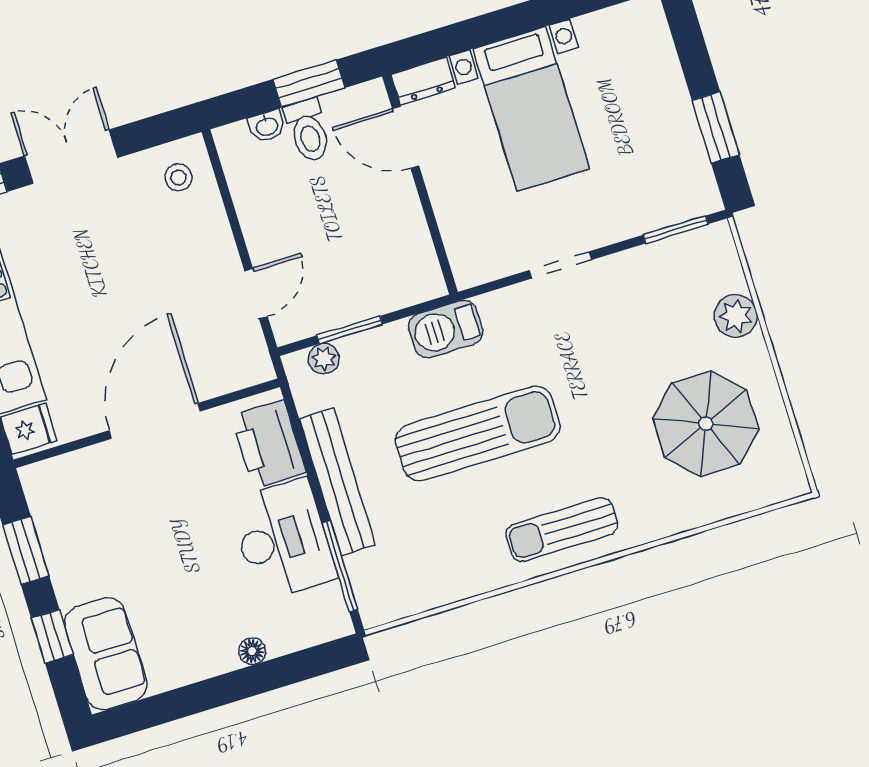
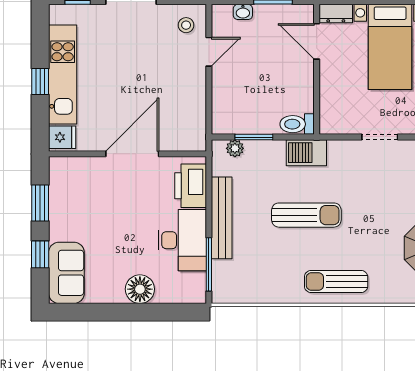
toilet: (308, 131) -> (297, 124), moved, turned 90
door: (256, 294) -> (209, 52), moved
sun lounger: (478, 433) -> (306, 215), width x0.73, depth x0.75
floor lamp: (252, 651) -> (140, 289), width x1.89, depth x1.89

